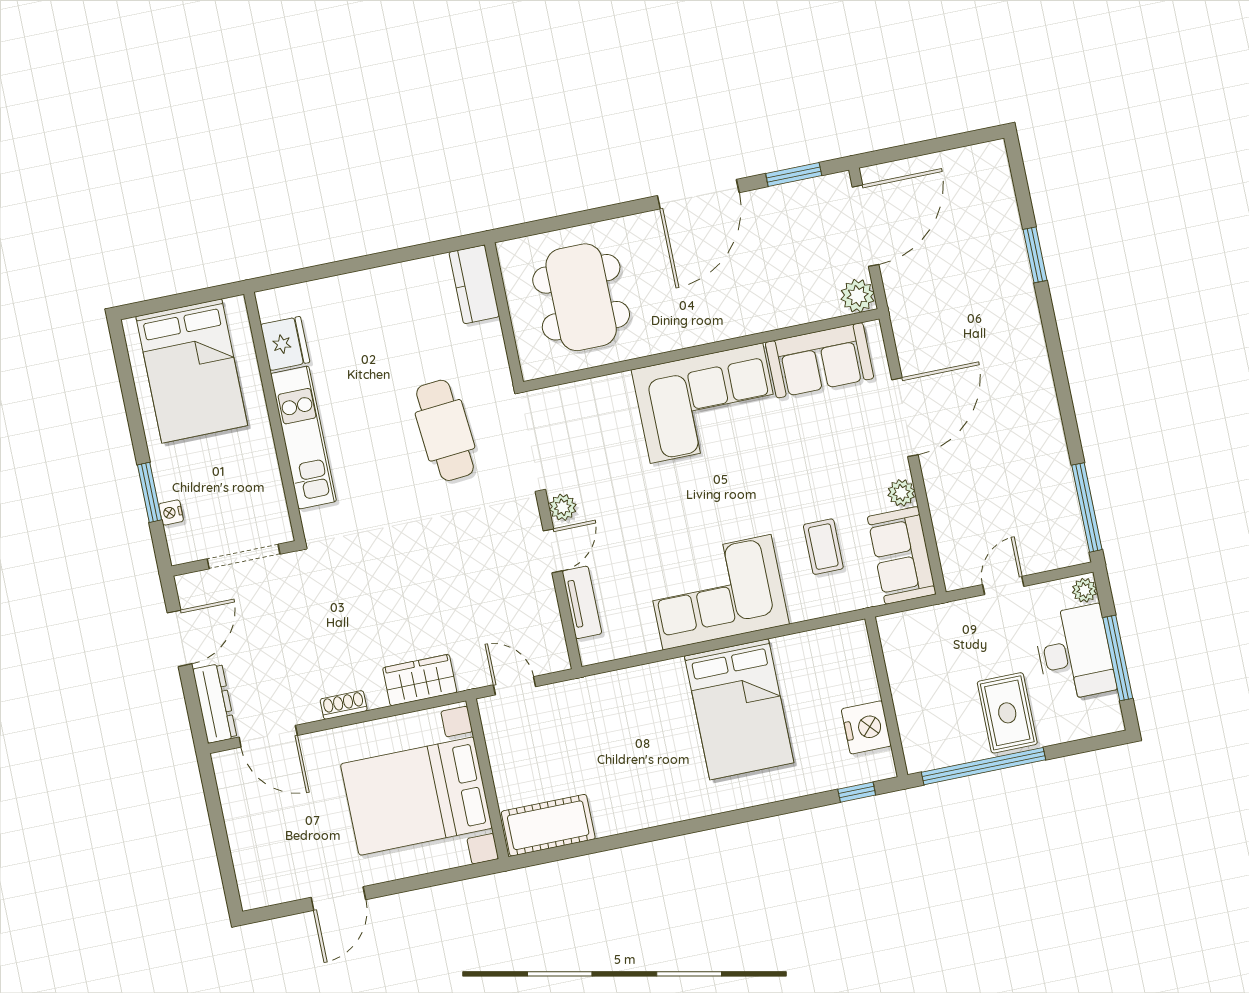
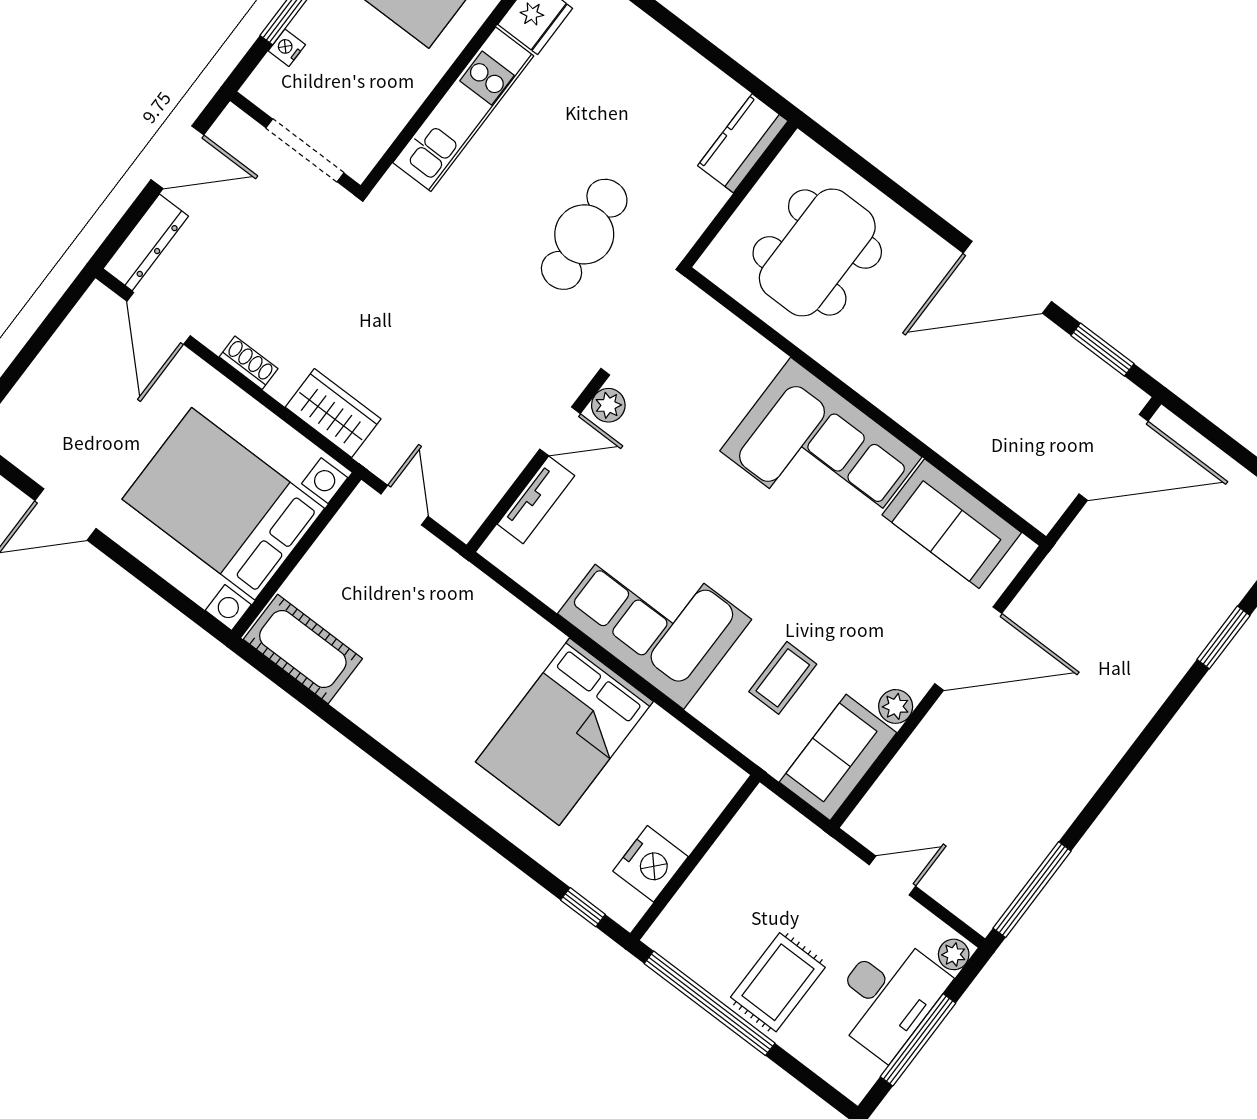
plant: (858, 296) -> (1042, 507), removed

